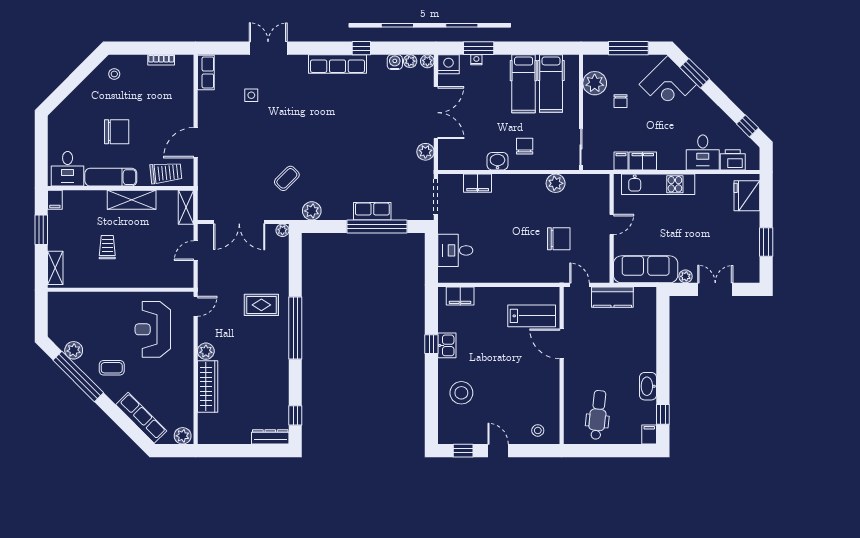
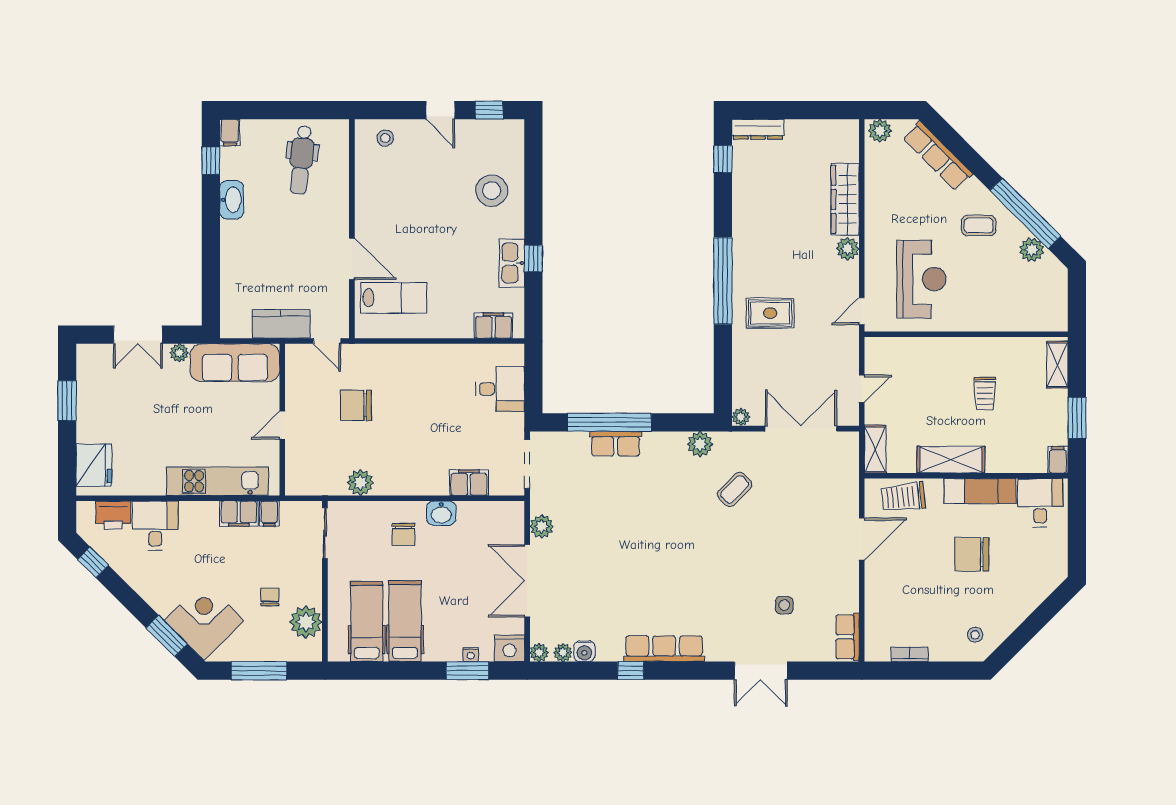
lab bench: (532, 316) -> (394, 298), turned 180
kitchen sink: (447, 345) -> (512, 263), width x1.38

